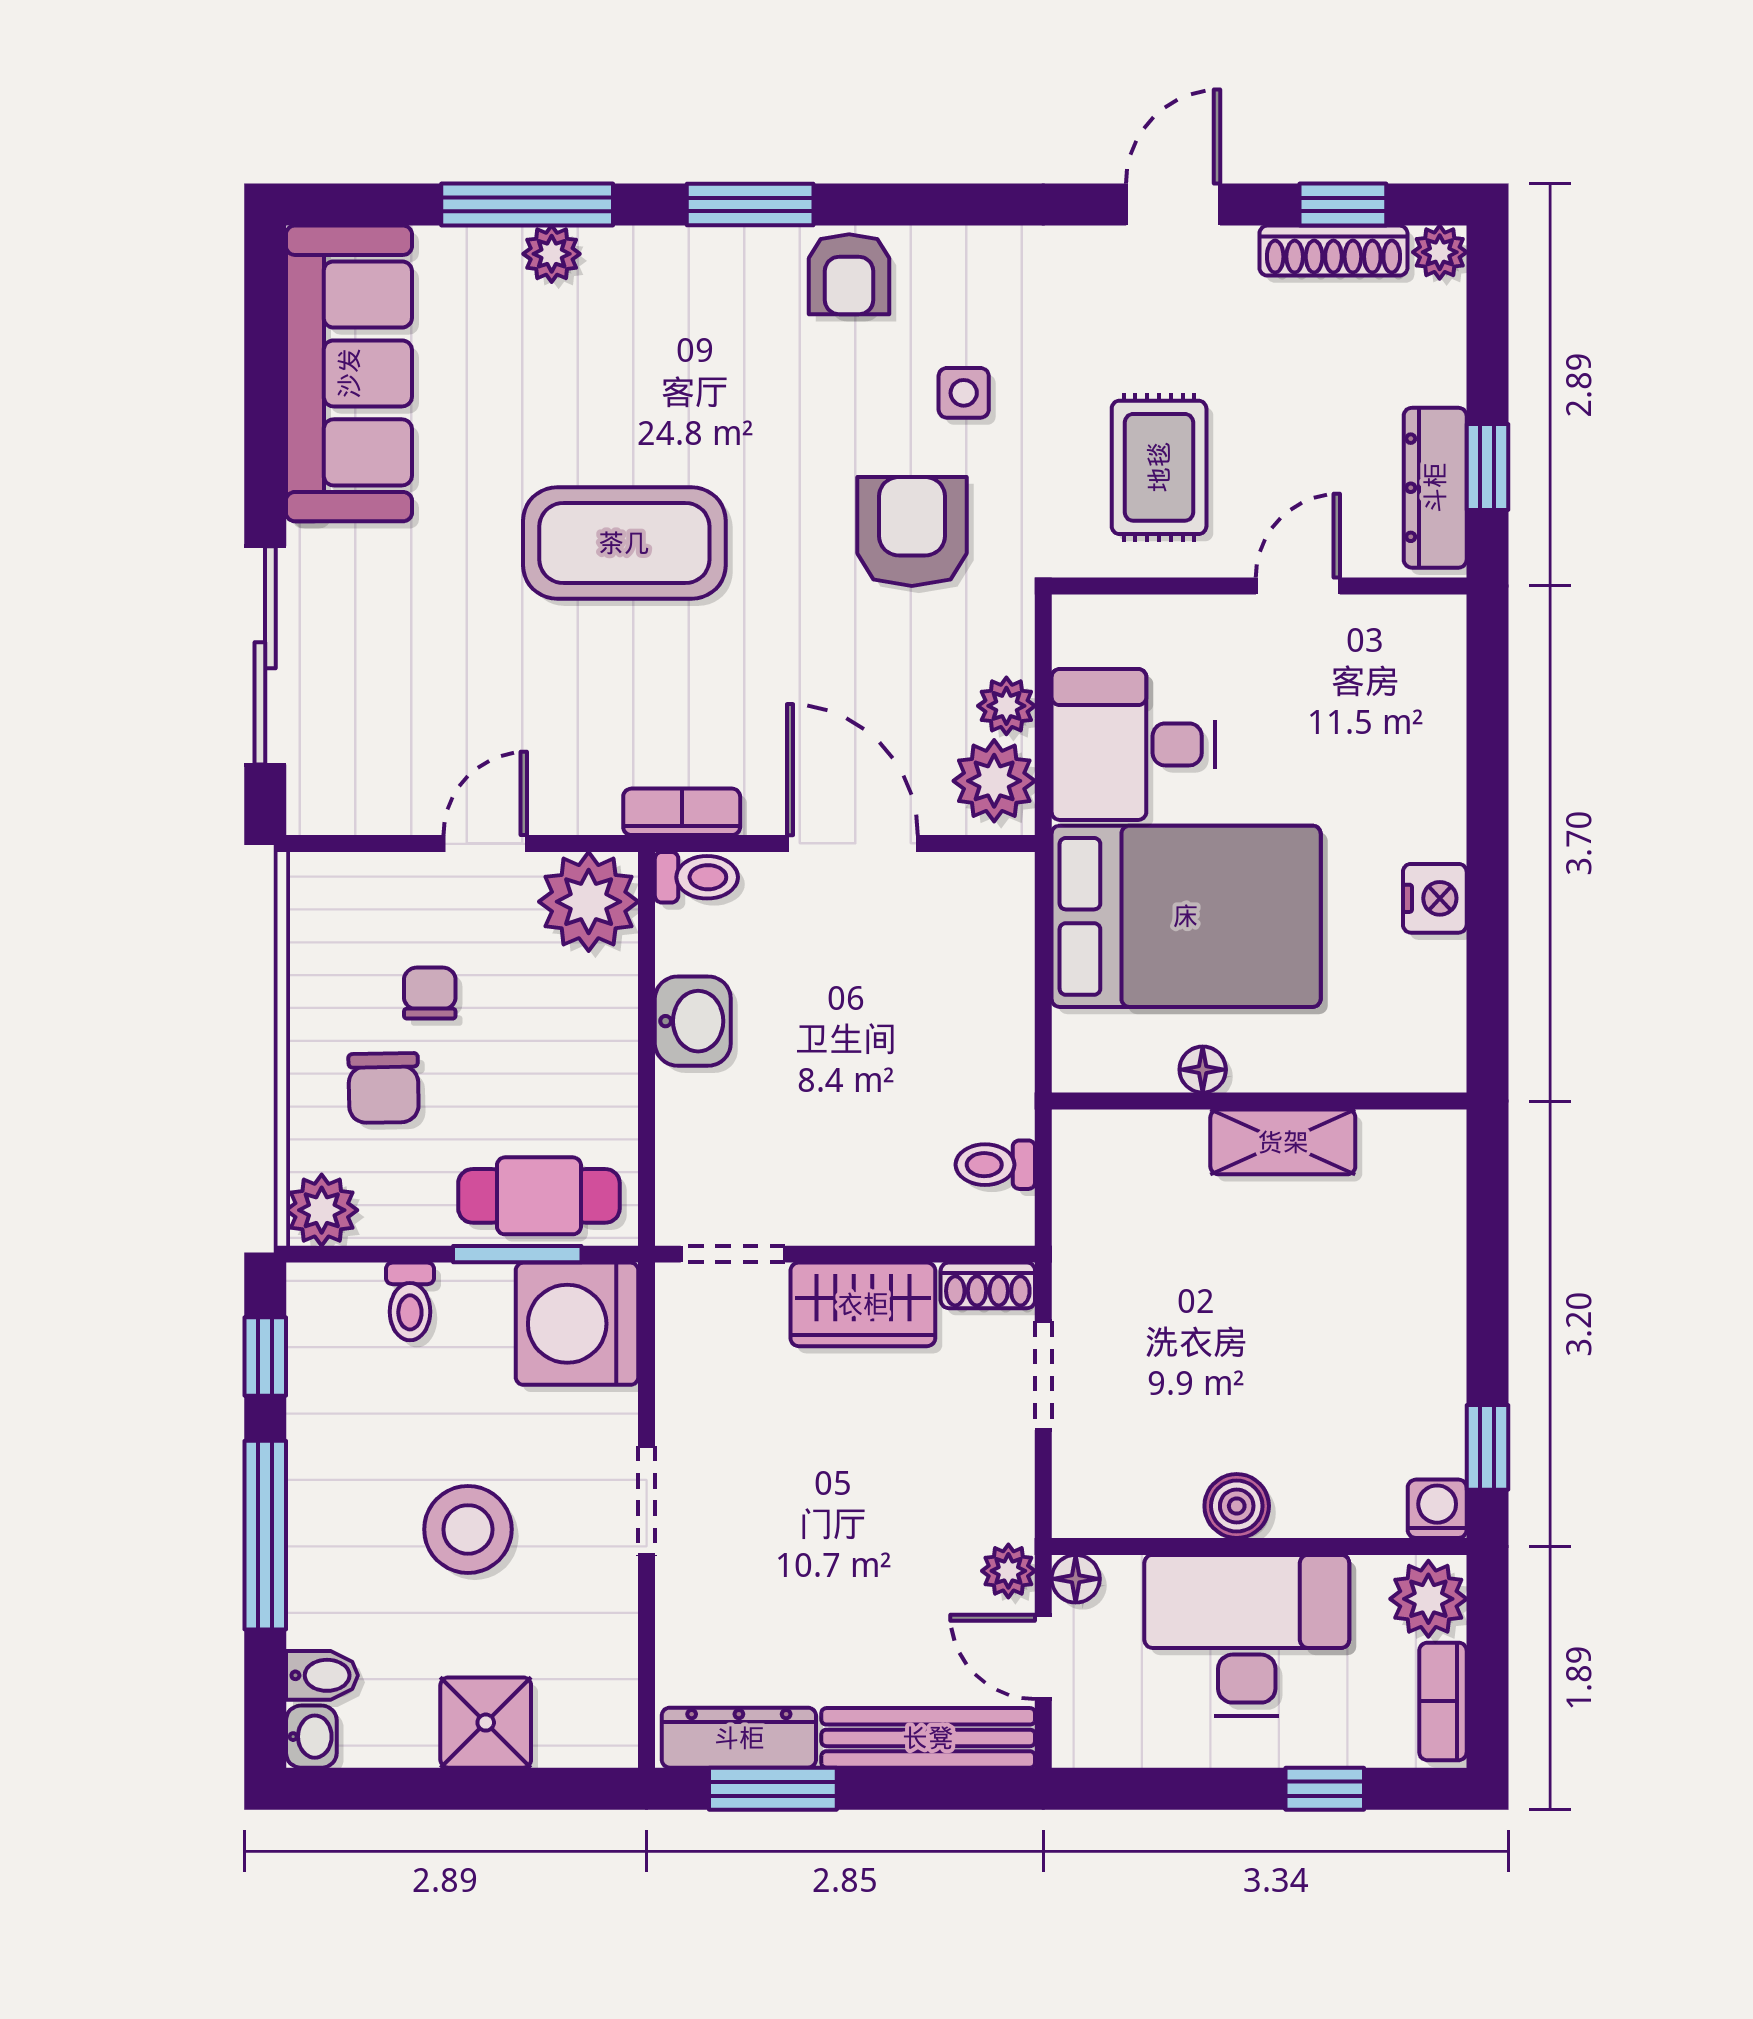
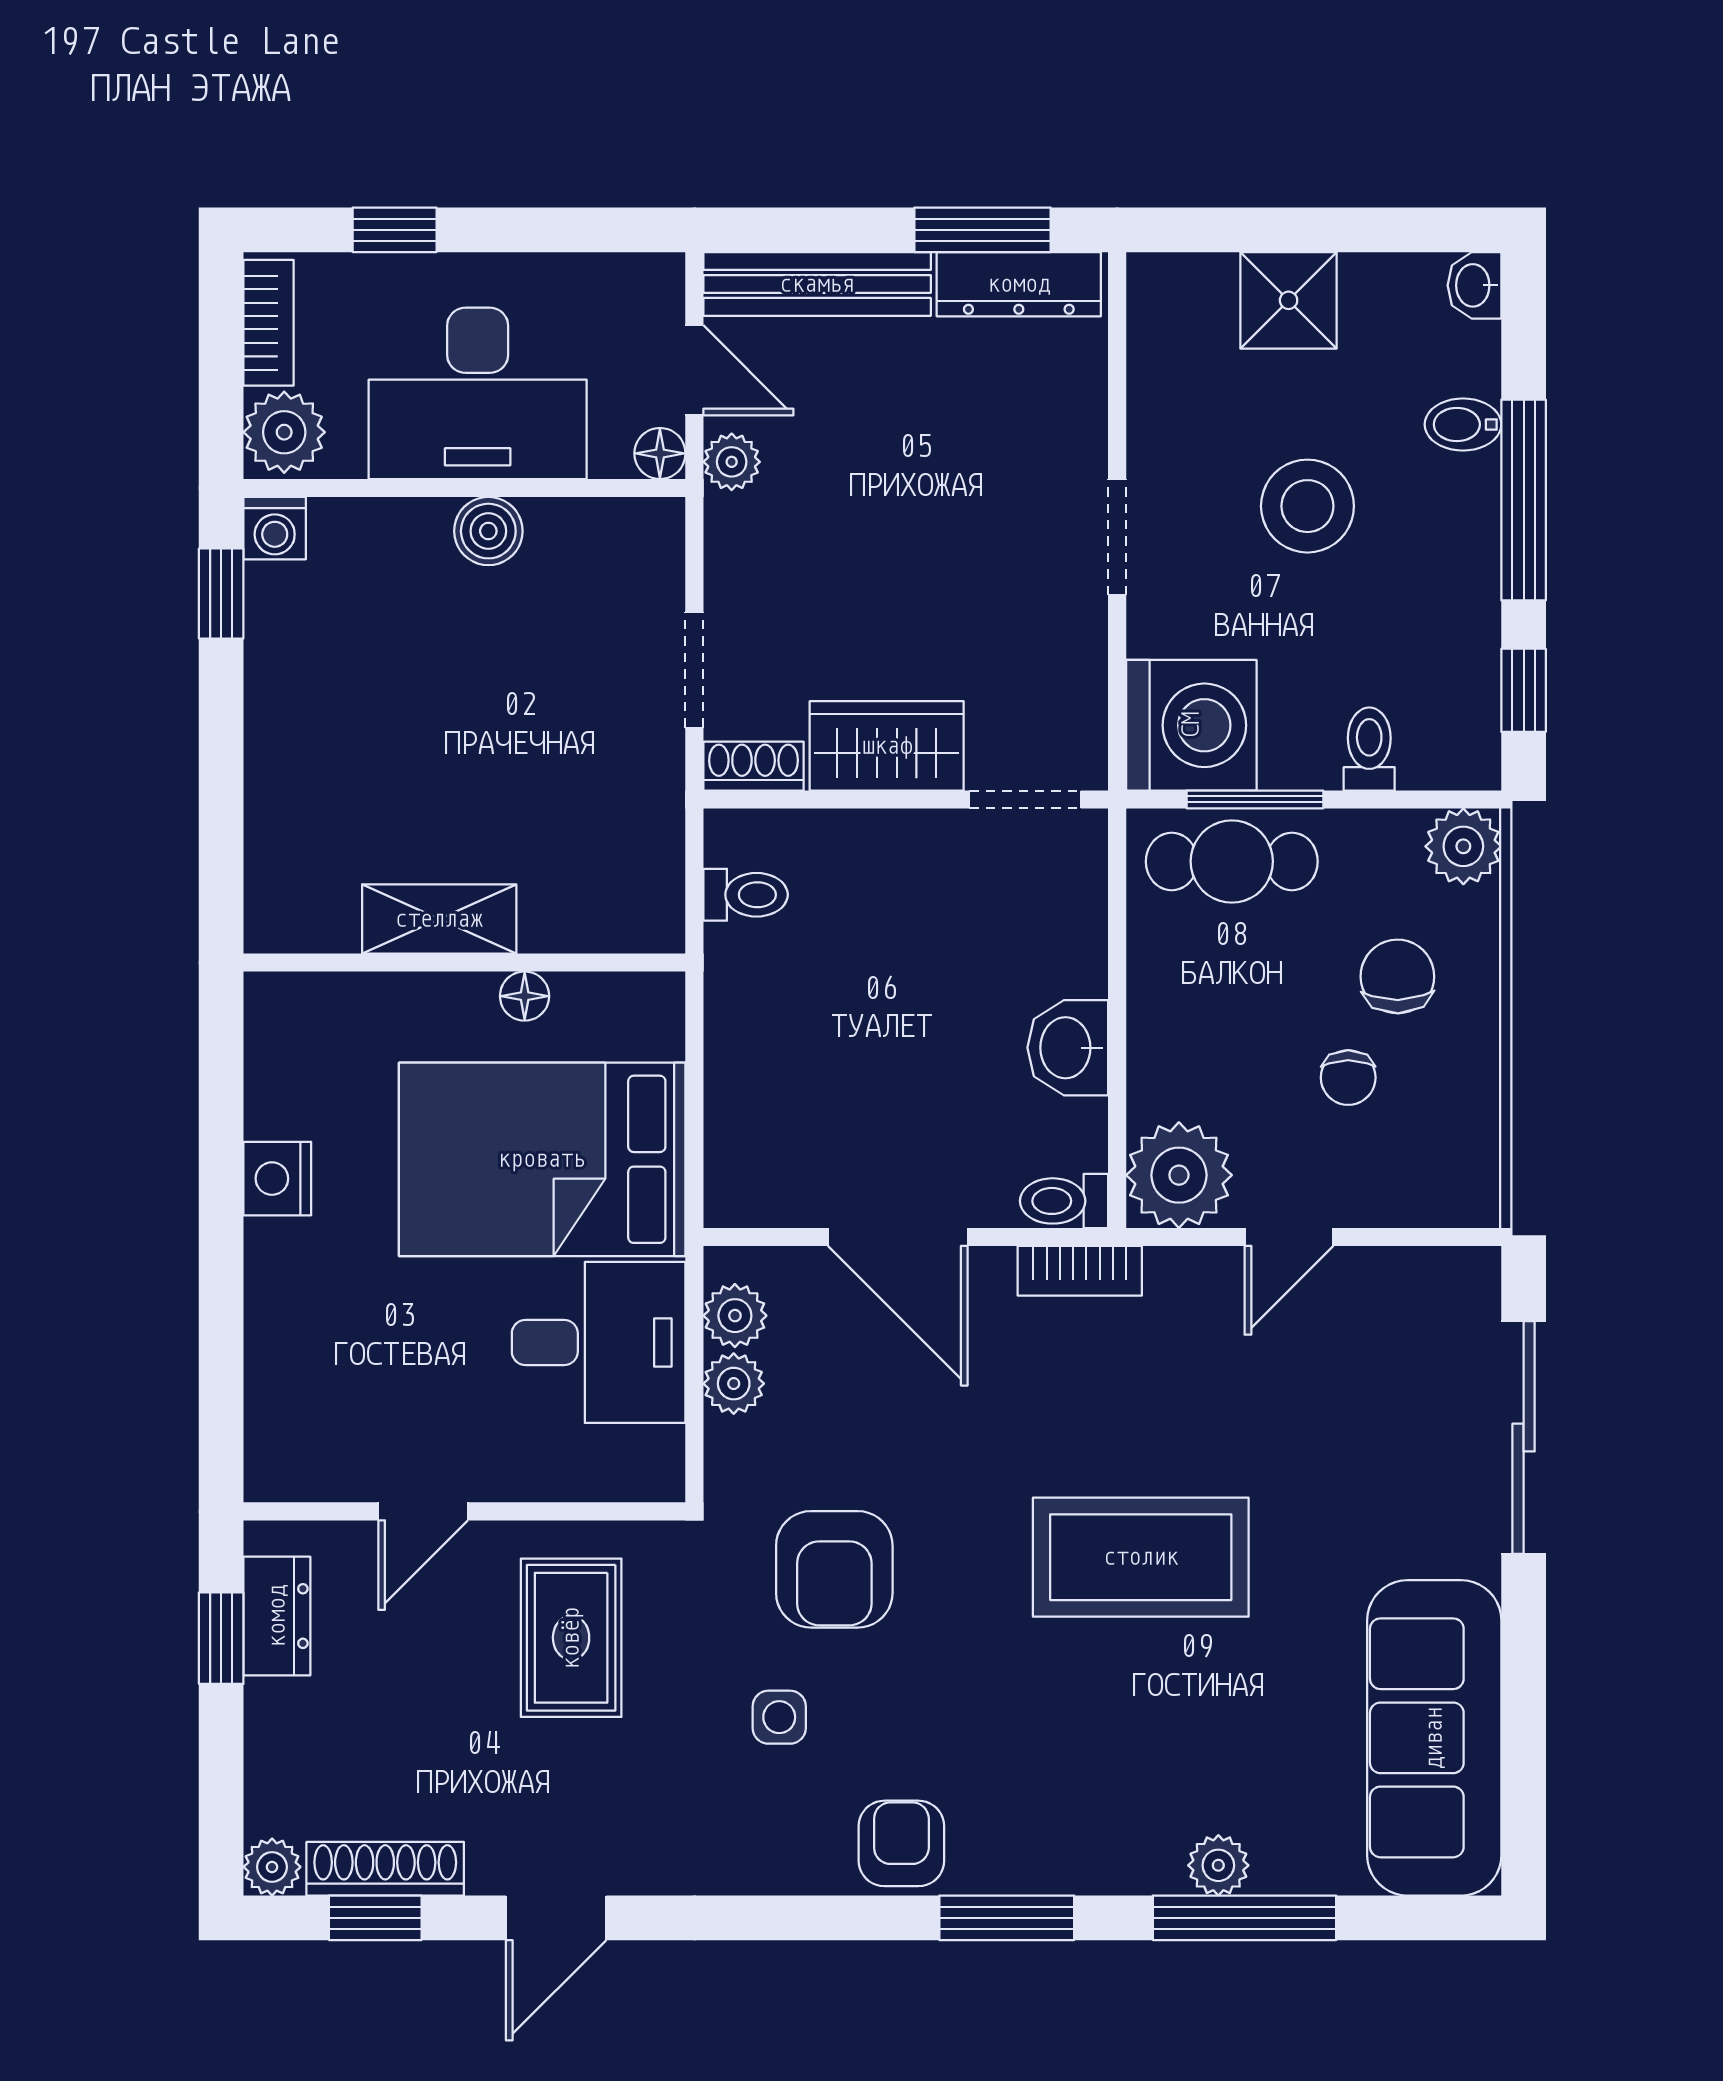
dresser: (1435, 488) -> (277, 1616), width x0.70
plant: (994, 781) -> (735, 1316), width x0.73, depth x0.73
bidet: (322, 1675) -> (1463, 424), moved

